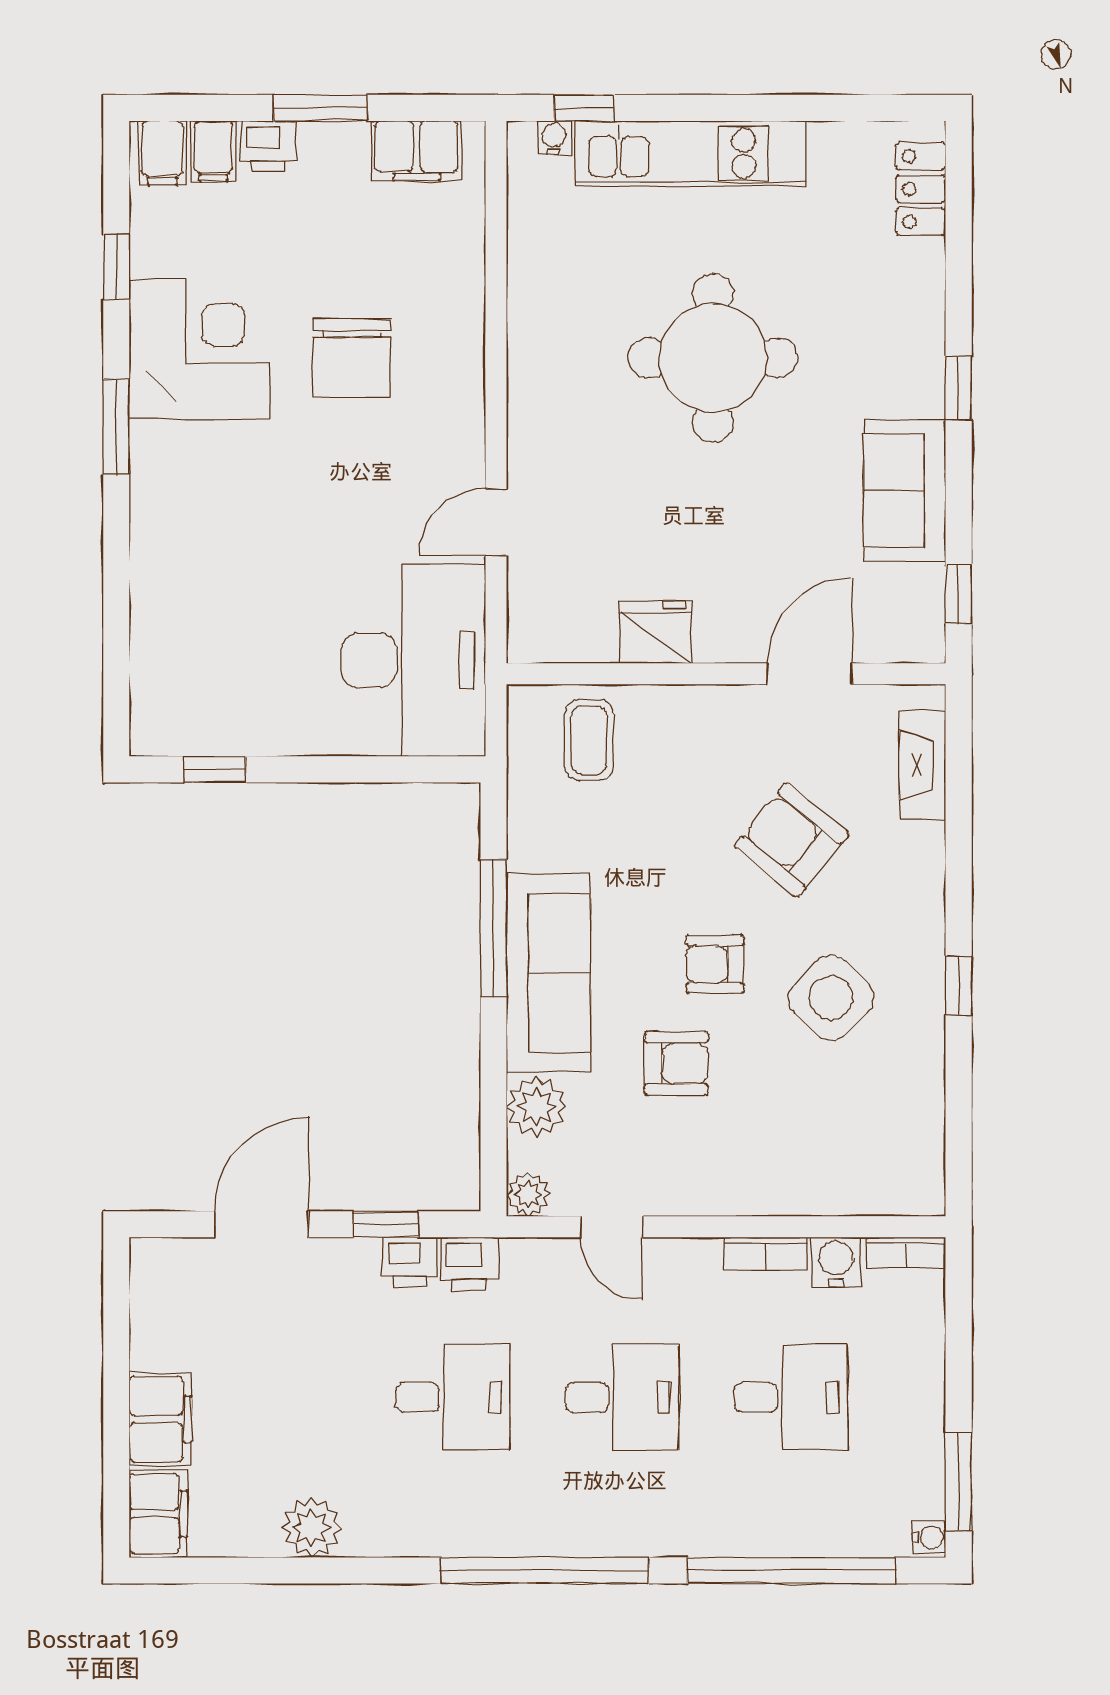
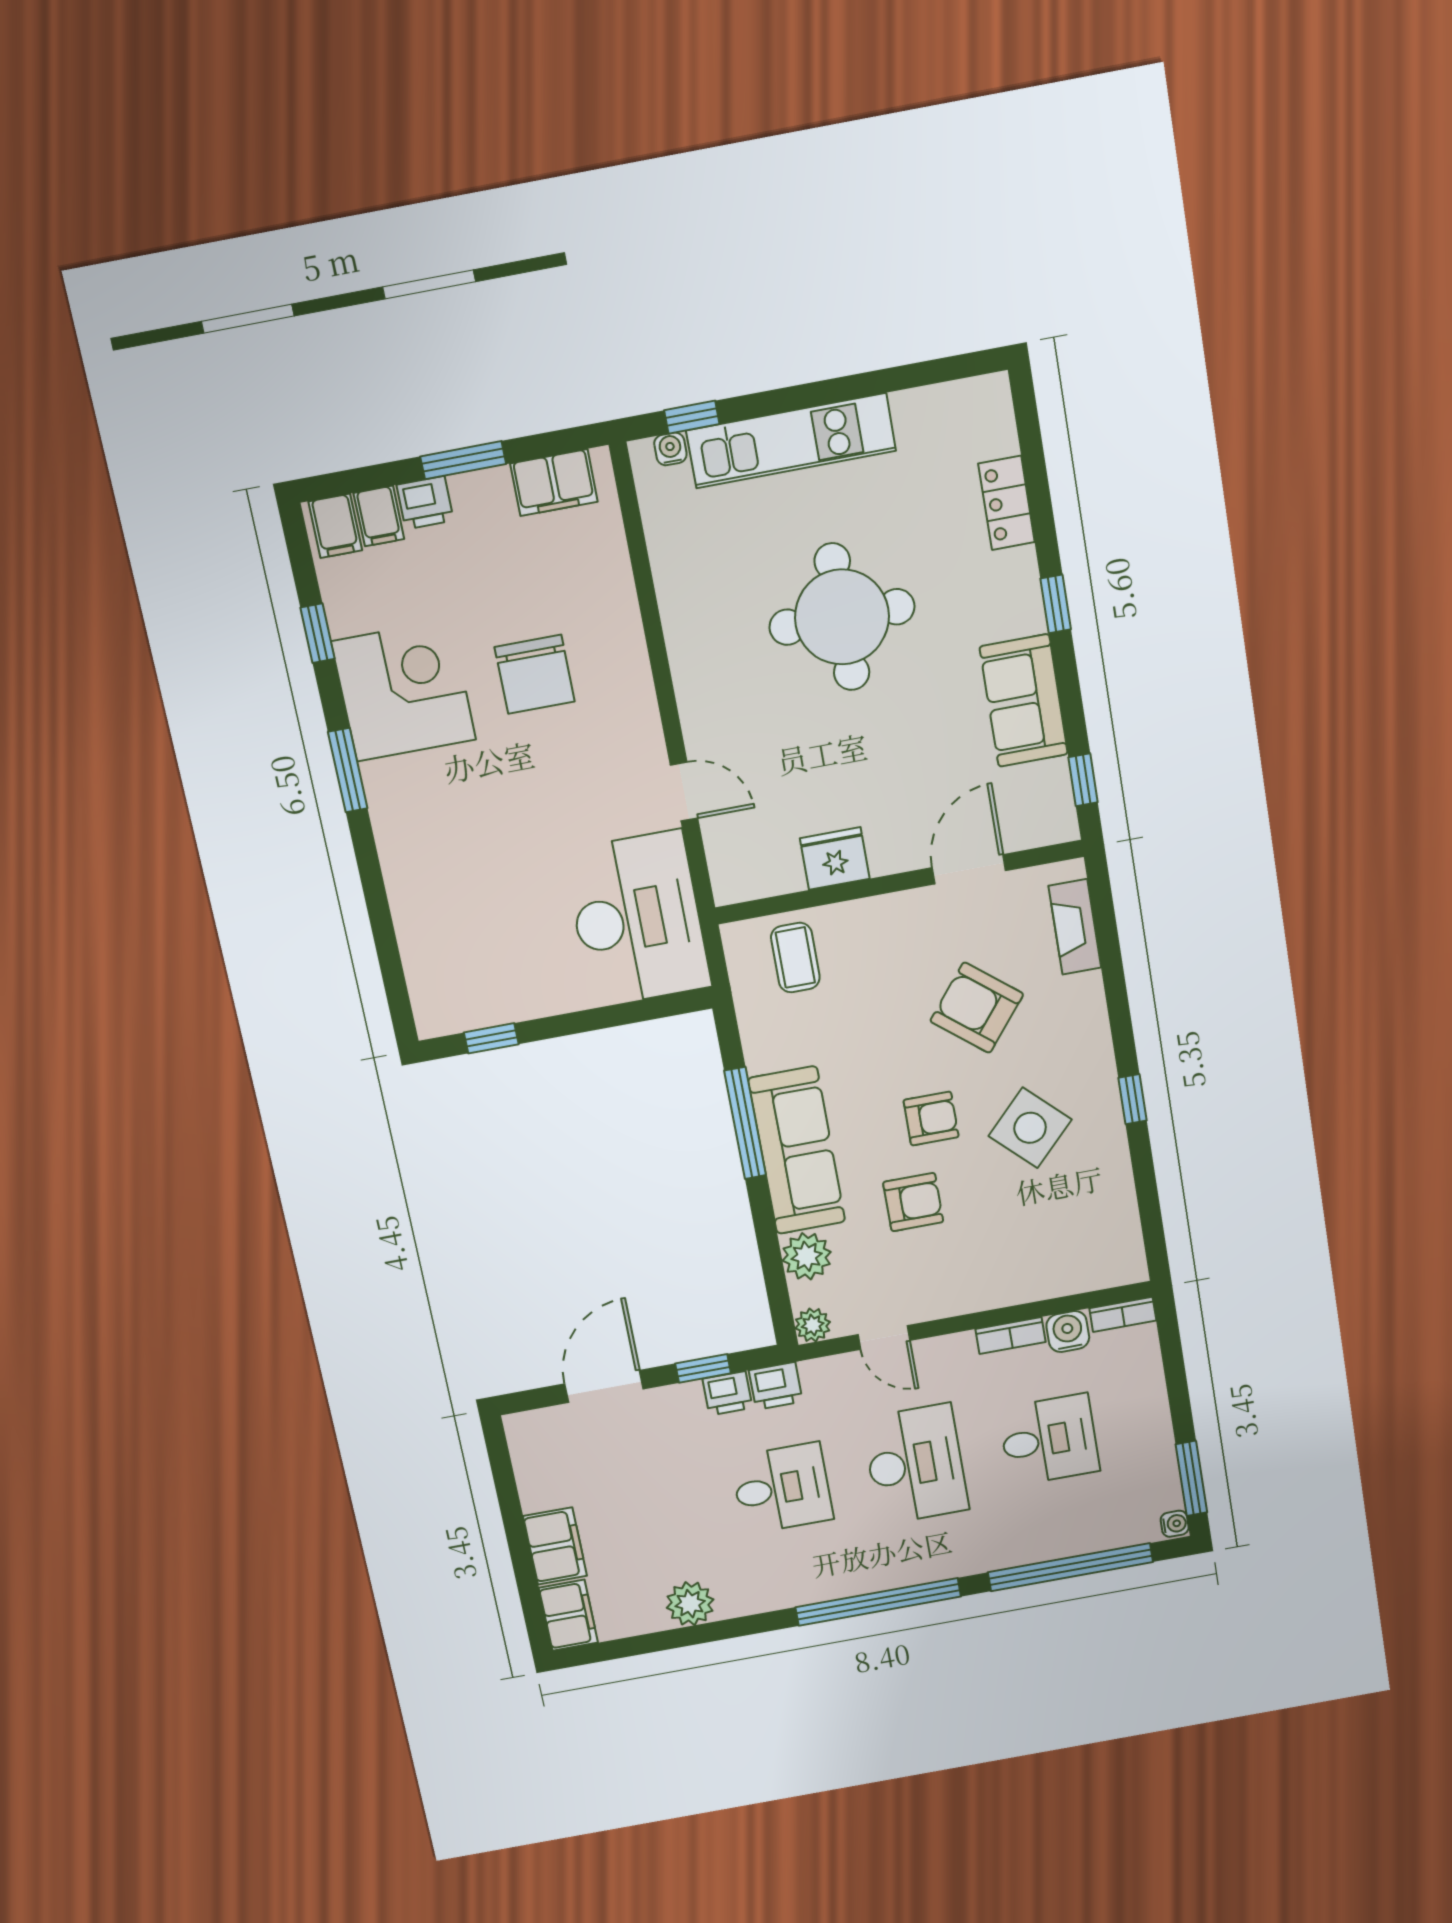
locker: (921, 189) -> (1007, 503), moved
door: (496, 522) -> (684, 791), swing flipped
armchair: (715, 964) -> (931, 1119), turned 180
desk: (622, 1397) -> (915, 1464), width x1.37

